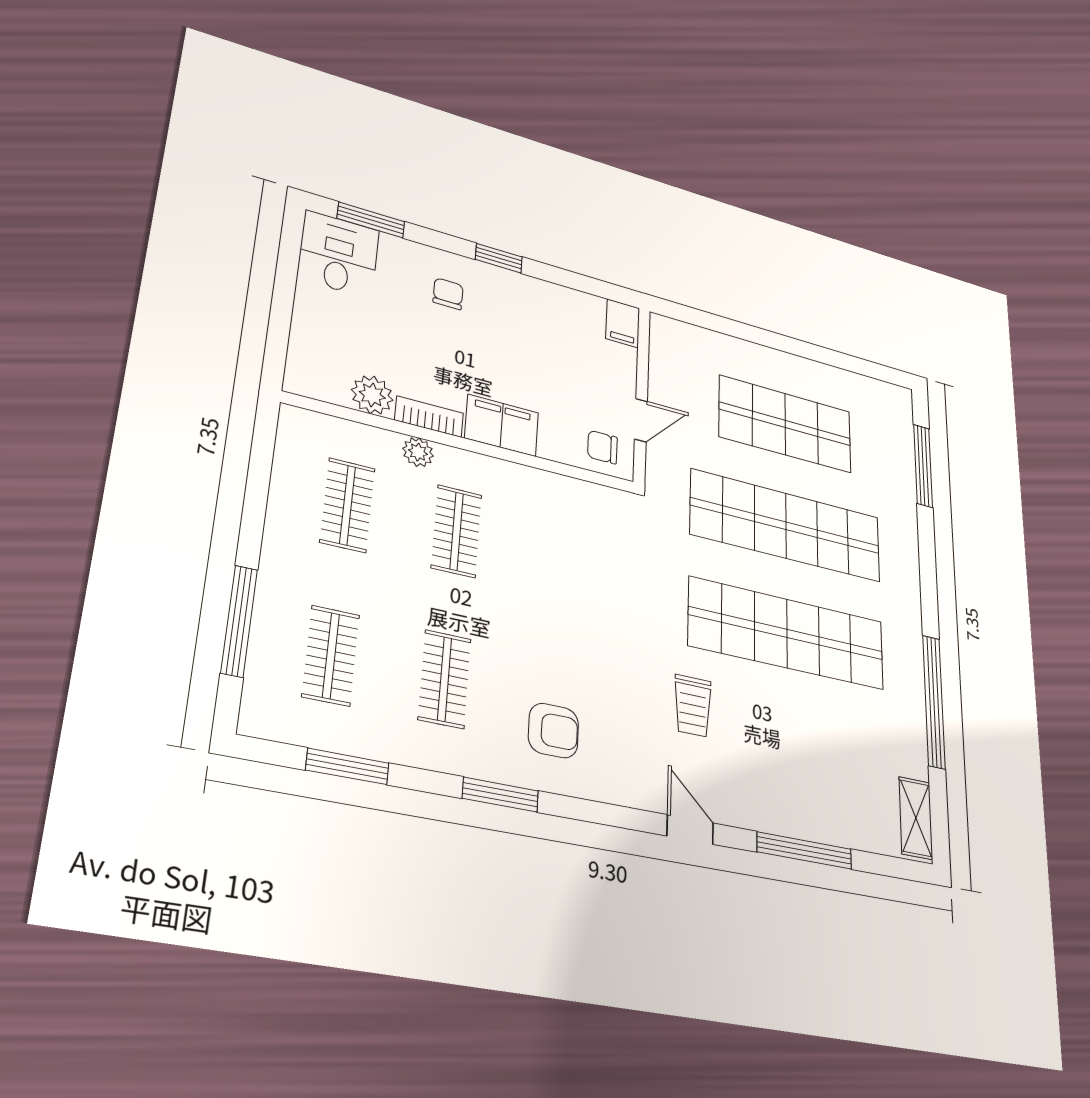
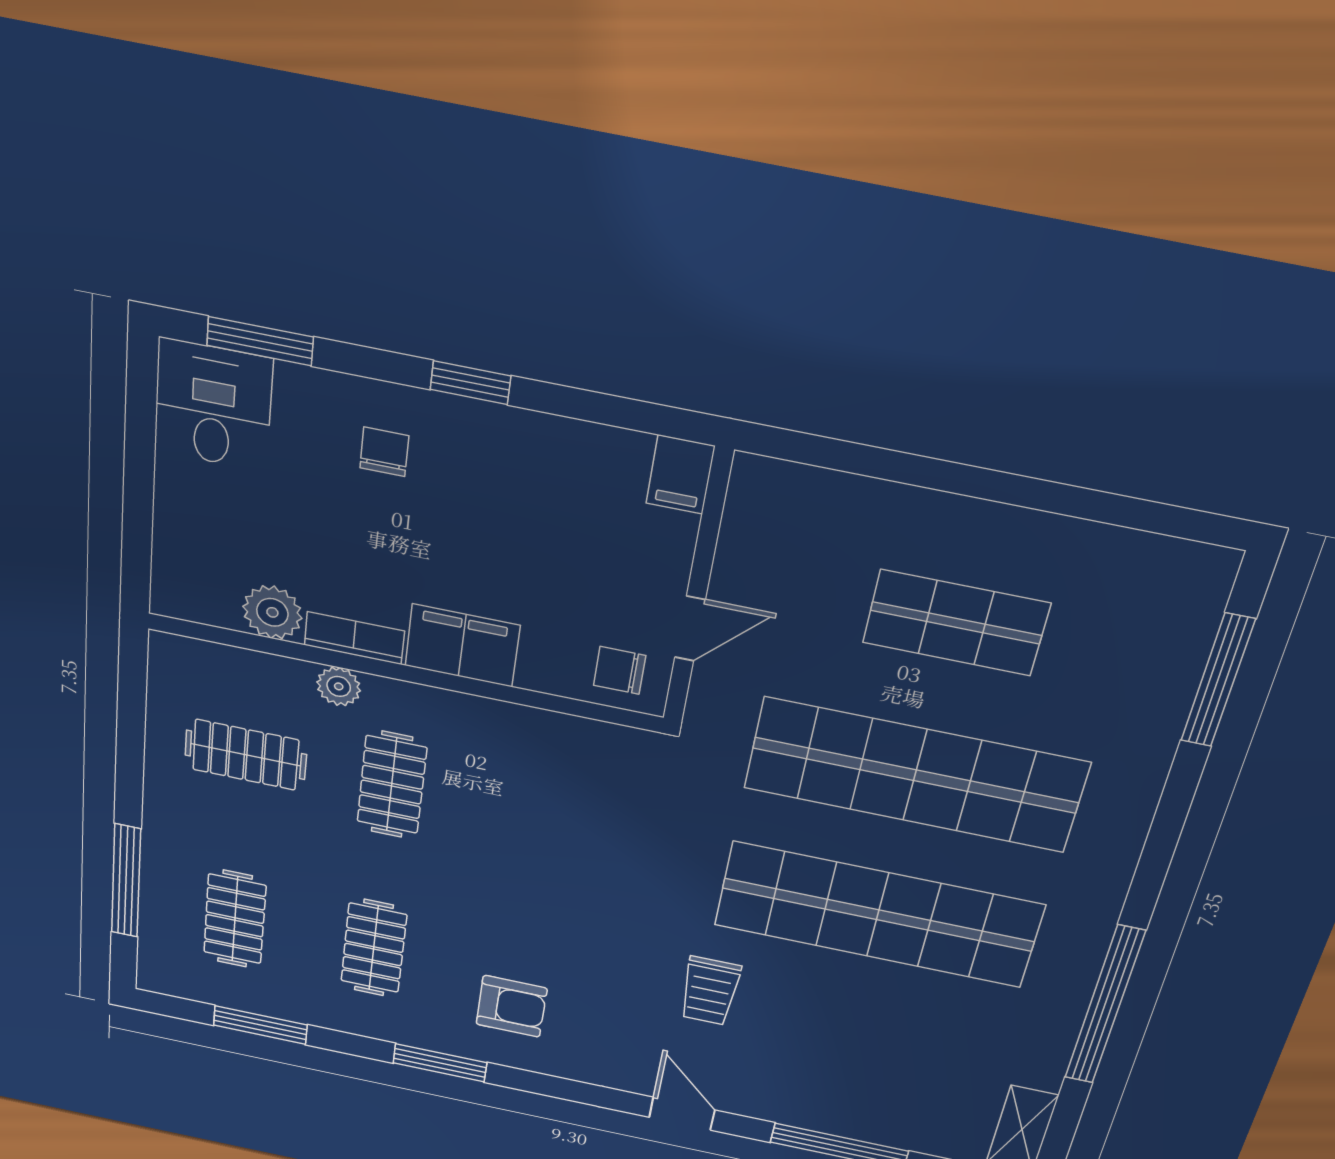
shop shelf: (785, 424) -> (956, 623), width x0.70, depth x0.74
clothes rail: (347, 505) -> (246, 755), turned 90

